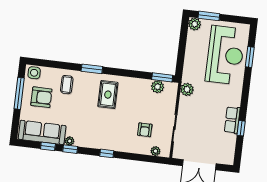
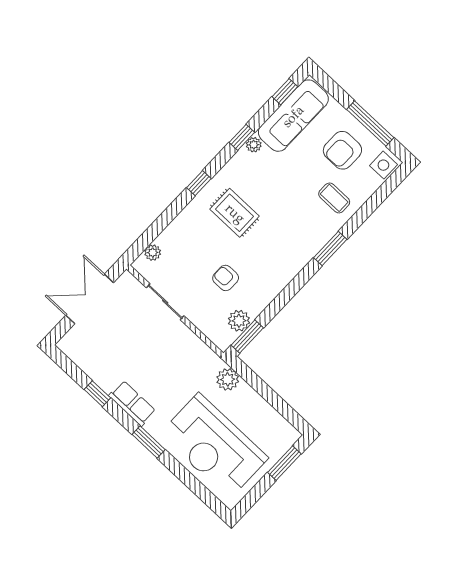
plant: (195, 24) -> (288, 435), removed
window: (250, 57) -> (149, 442), moved
plant: (187, 89) -> (228, 379), moved
rug: (108, 95) -> (235, 213), moved
row of seats: (232, 120) -> (132, 403), moved
armchair: (145, 130) -> (226, 278), moved
window: (48, 146) -> (285, 92), moved

